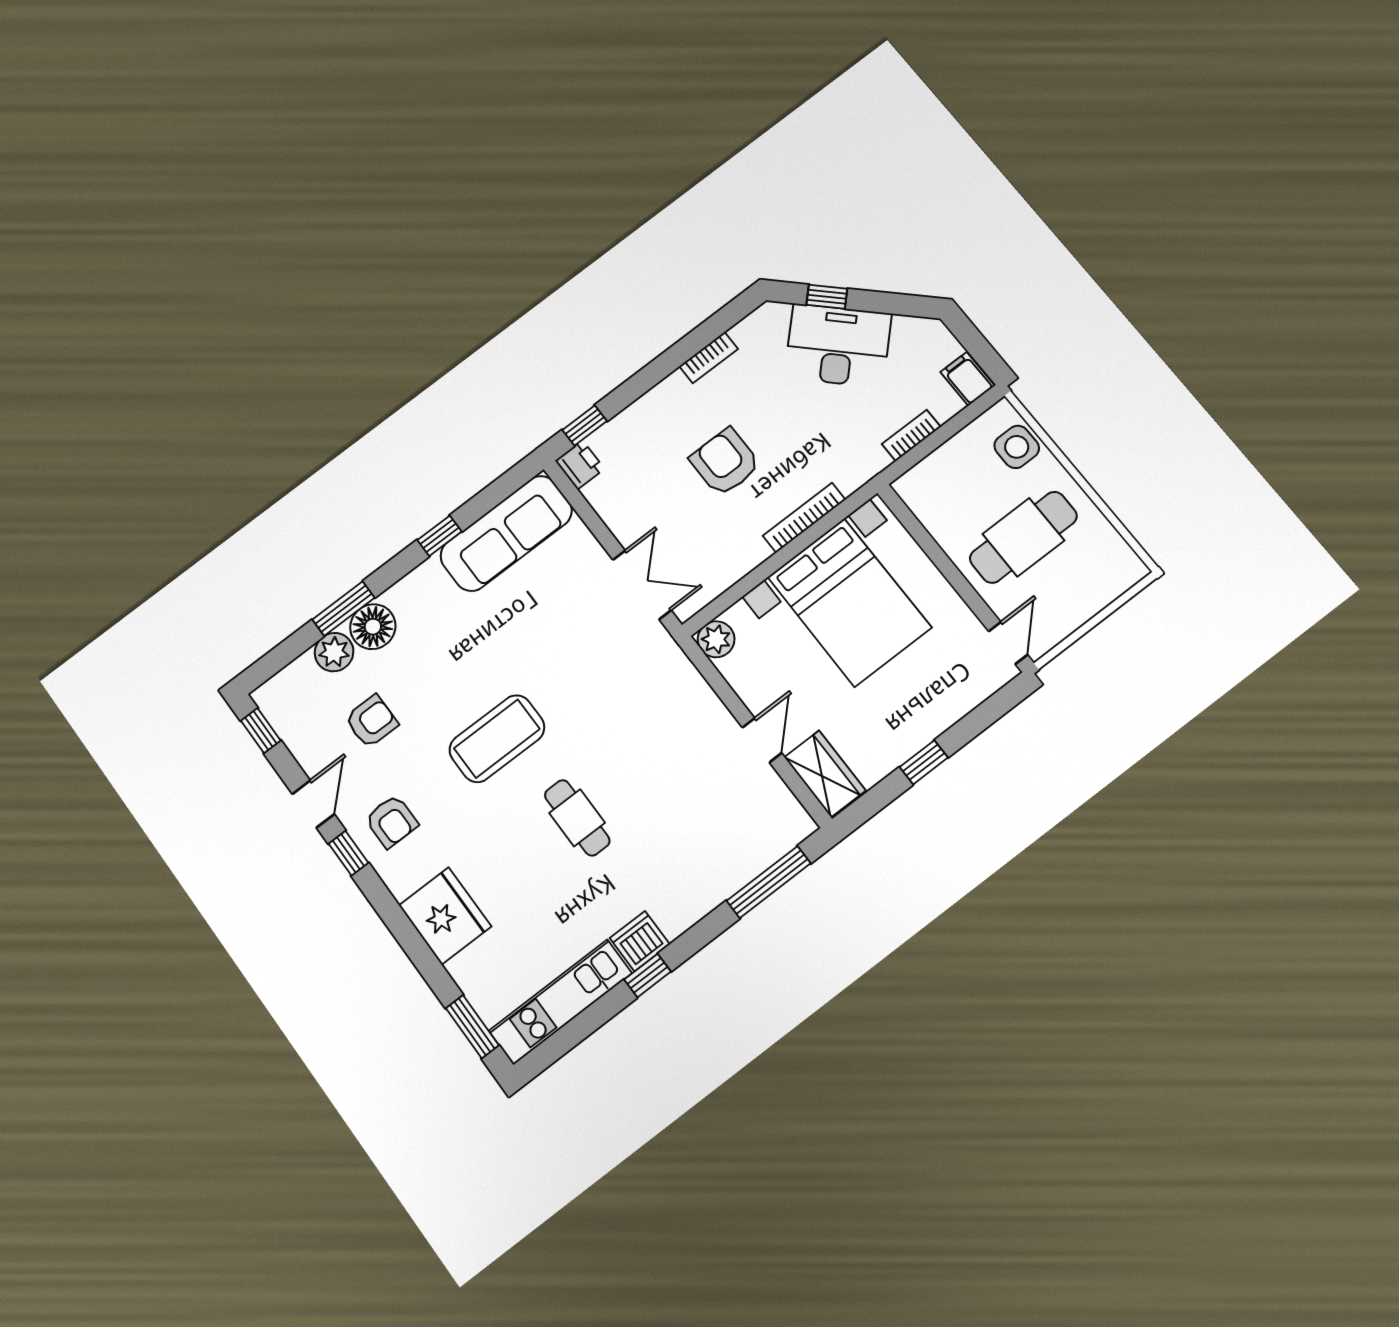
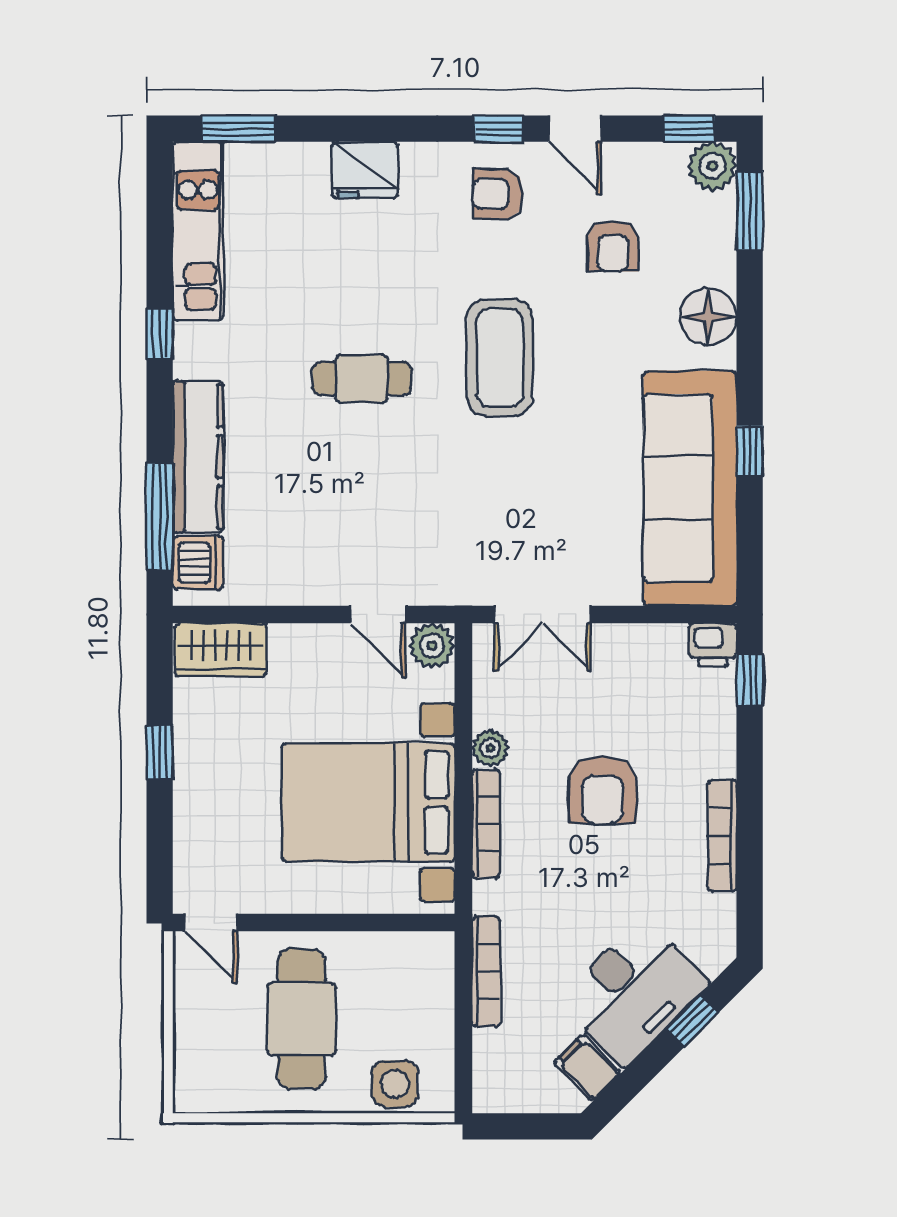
bookcase: (709, 358) -> (722, 836), width x1.56
filing cabinet: (968, 379) -> (587, 1068), moved, turned -135
bookcase: (911, 435) -> (486, 972), width x1.56
armchair: (725, 462) -> (602, 790), turned 90
sofa: (506, 533) -> (690, 488), width x1.36, depth x1.27
plant: (753, 552) -> (490, 748), added
window: (343, 609) -> (750, 211), moved
plant: (334, 652) -> (712, 166), moved
door: (762, 740) -> (378, 614), moved
kitchen counter: (710, 887) -> (198, 457), added
fridge: (445, 916) -> (365, 170), width x0.73, depth x0.75
dishwasher: (640, 941) -> (198, 563), moved

